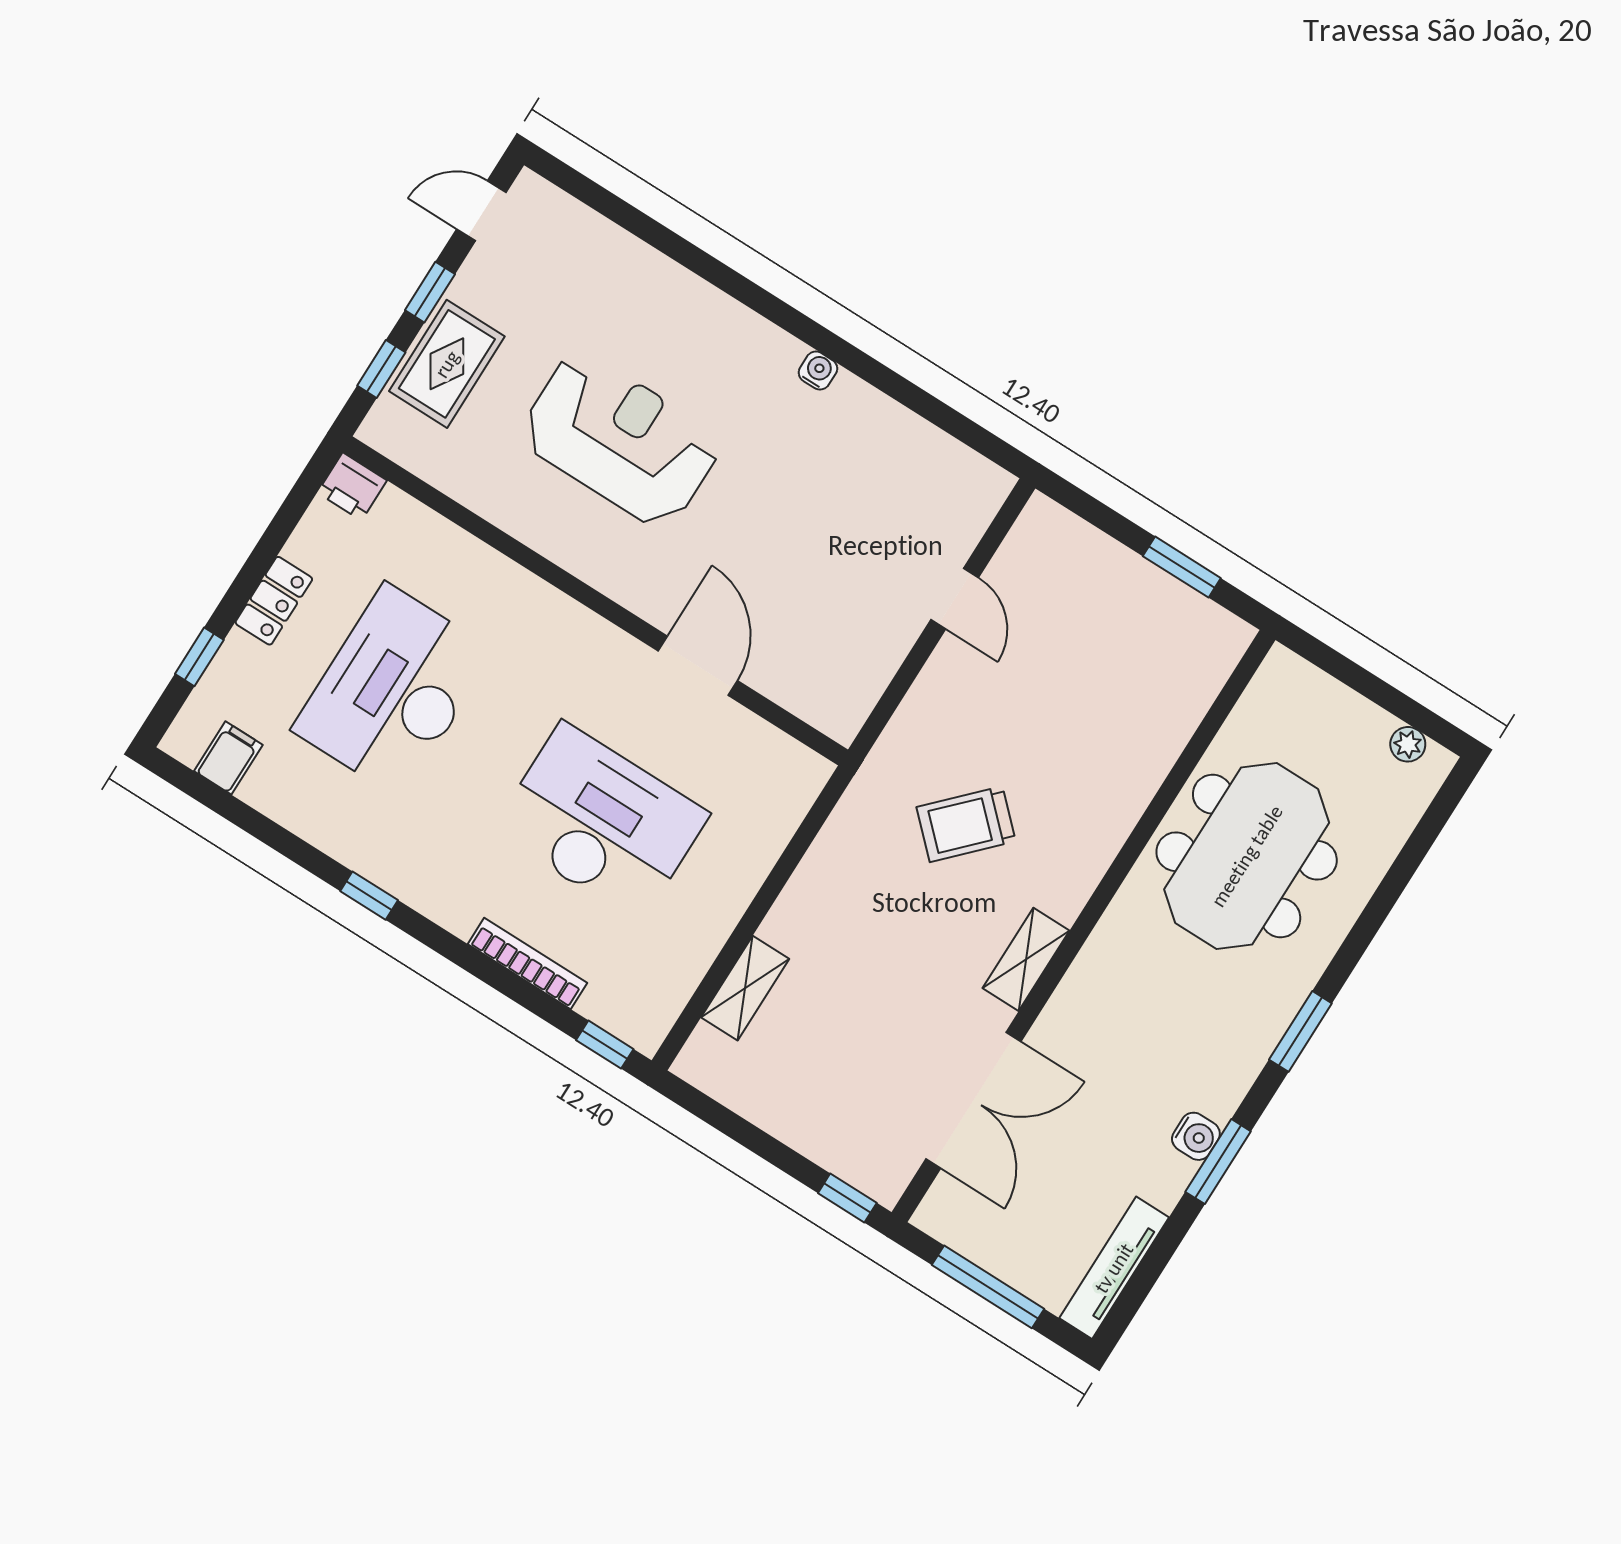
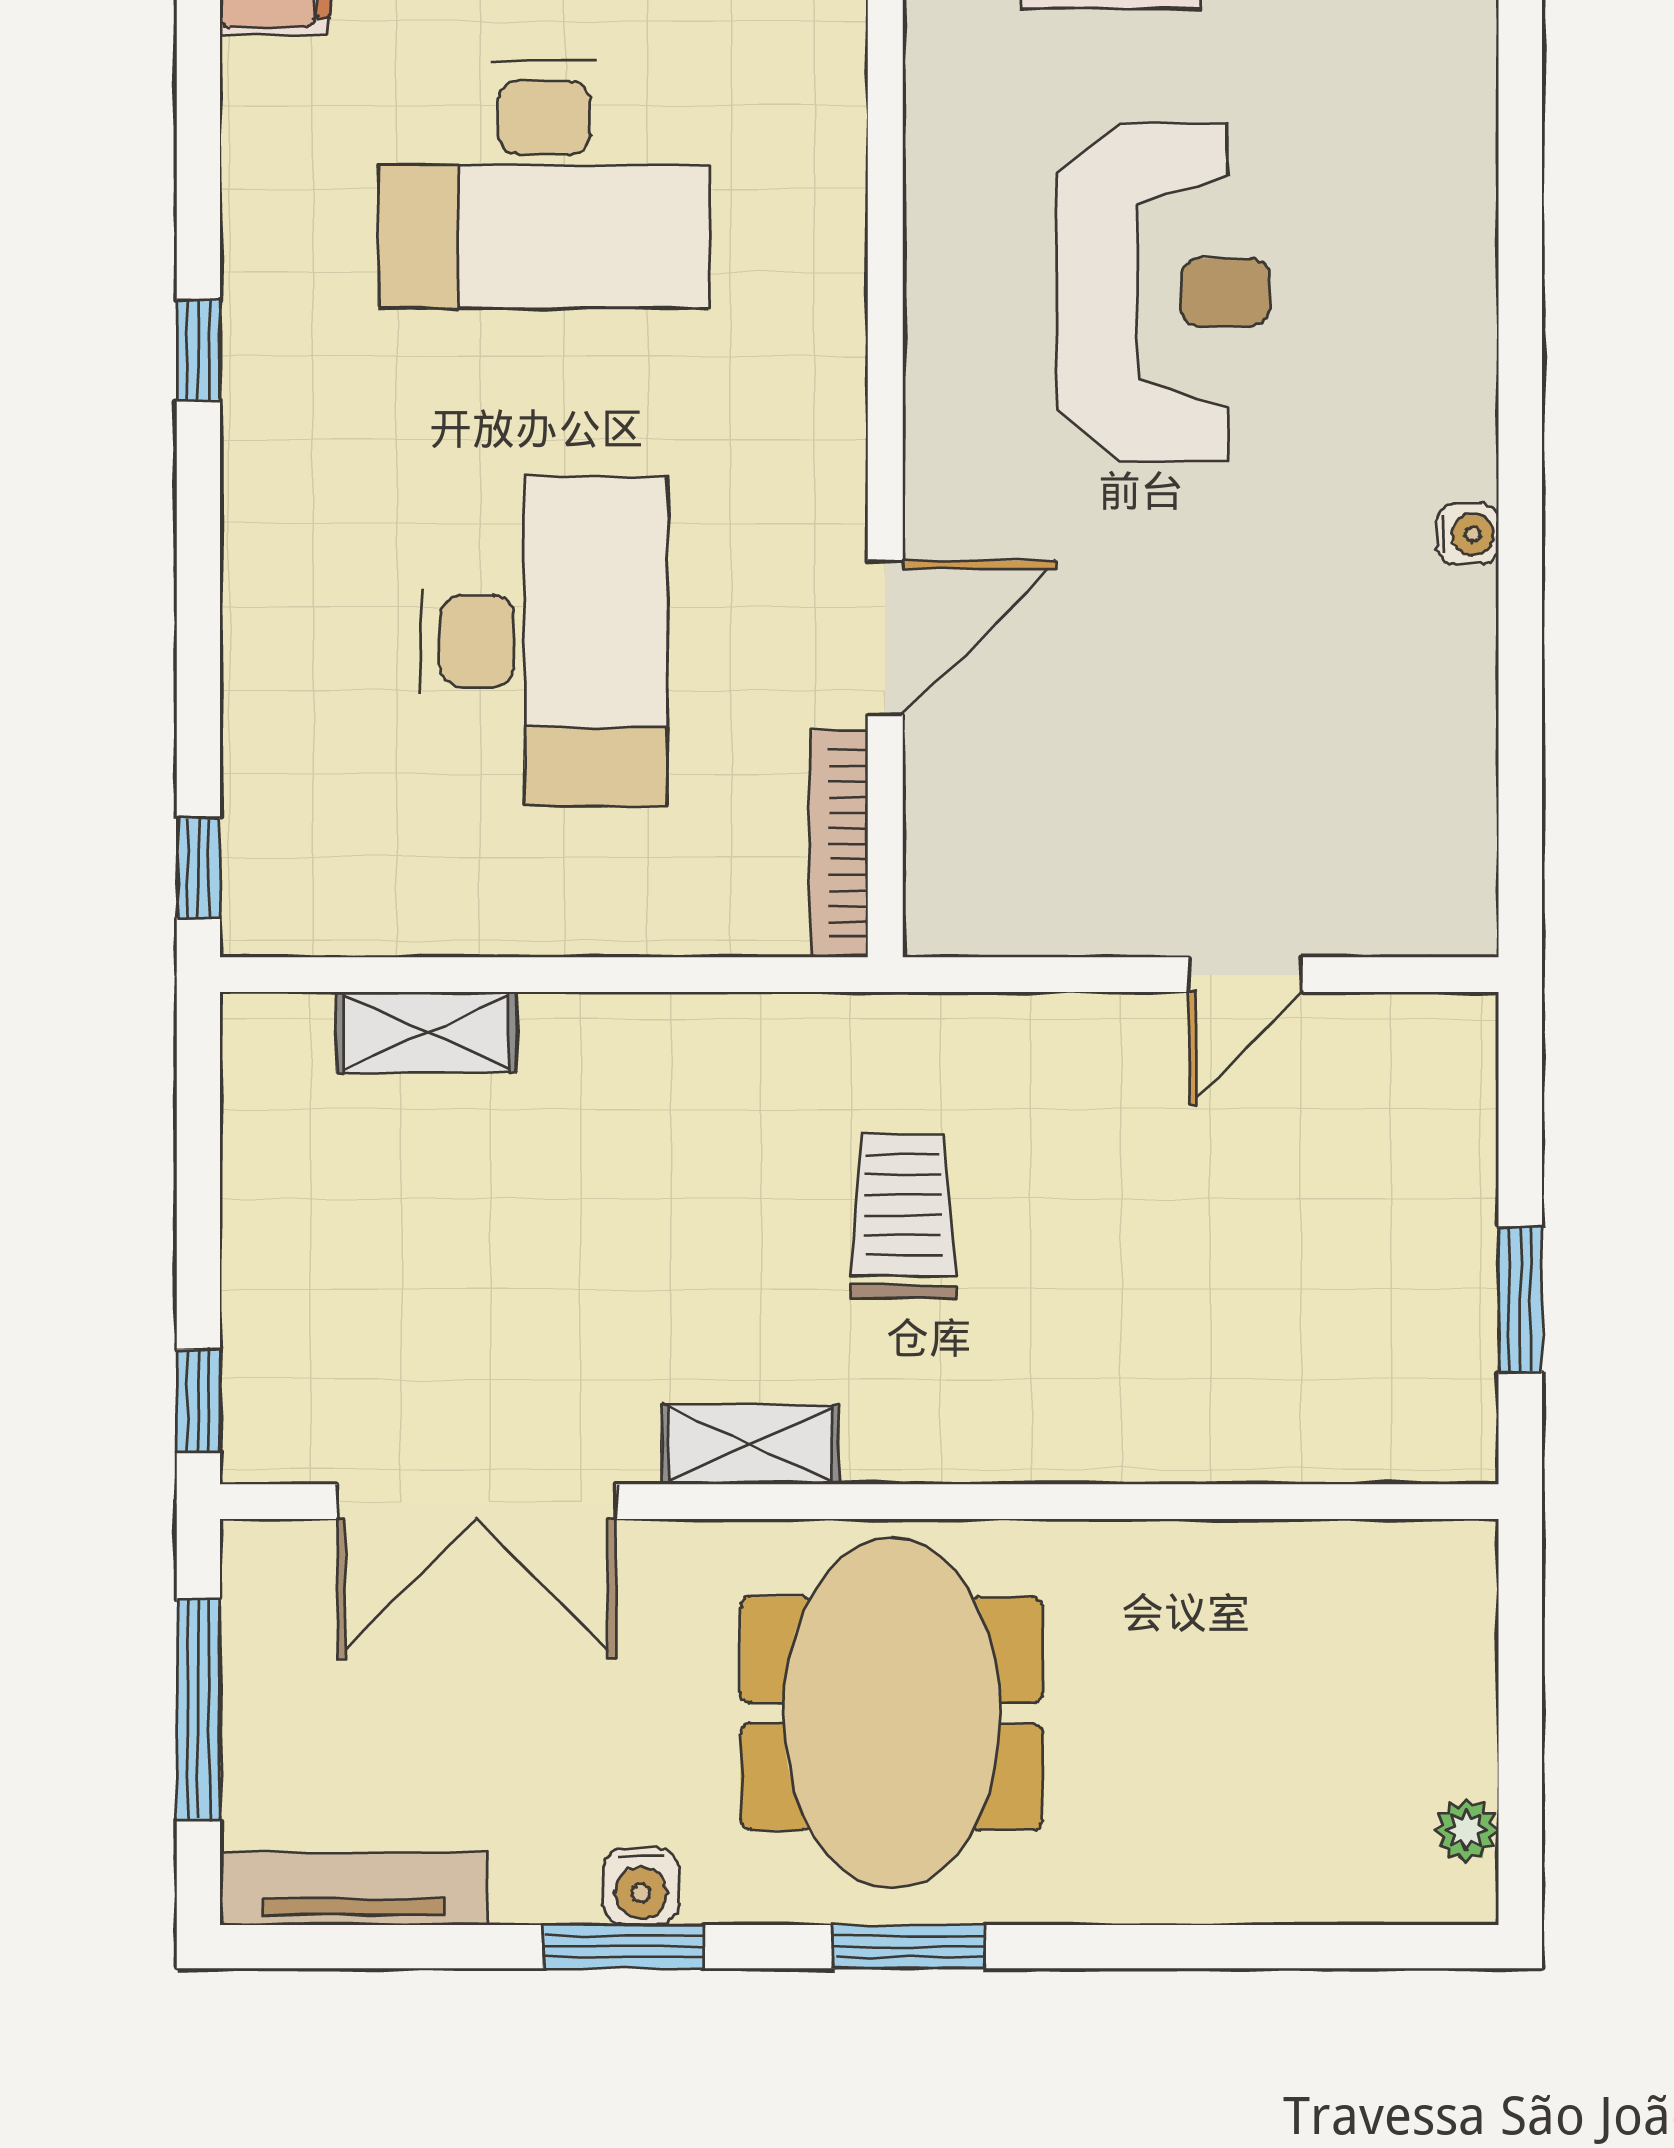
desk: (393, 691) -> (544, 185), turned 180
trolley: (966, 824) -> (903, 1216), turned 46
meeting table: (1247, 856) -> (892, 1713), moved, turned 90
bookcase: (527, 964) -> (839, 844), moved, turned 180

